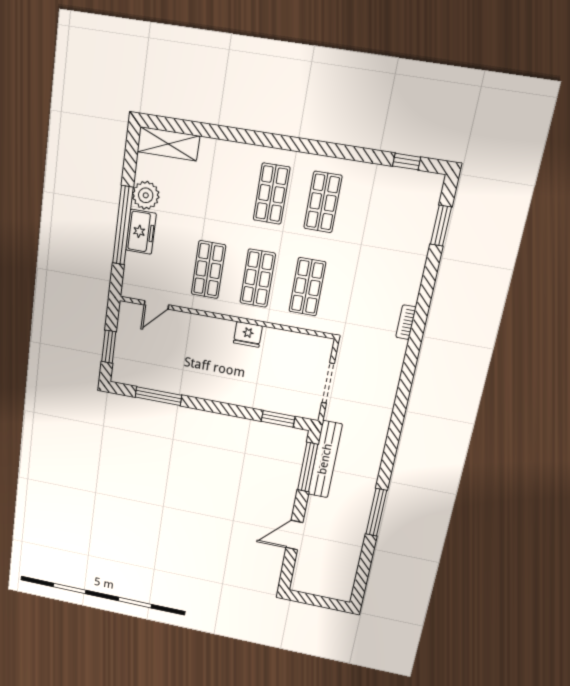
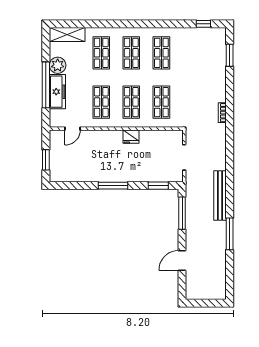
shop shelf: (221, 185) -> (101, 53), added
freezer: (141, 232) -> (57, 92), width x1.40
window: (158, 396) -> (113, 186), moved
bench: (325, 459) -> (220, 195), moved

